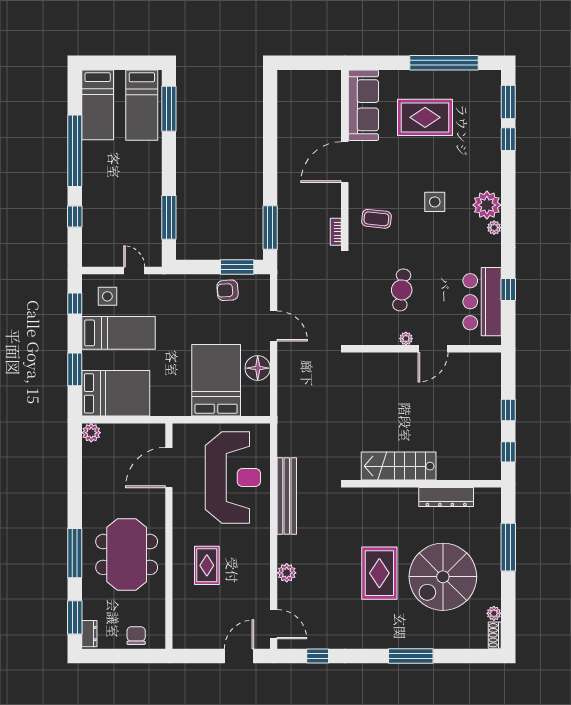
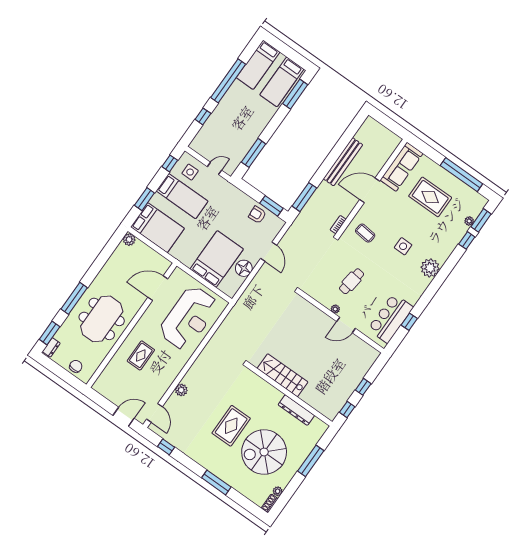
plant: (494, 228) -> (469, 221), moved
door: (134, 271) -> (214, 168), hinge flipped
bench: (287, 496) -> (343, 162), moved

